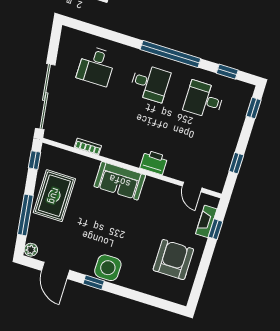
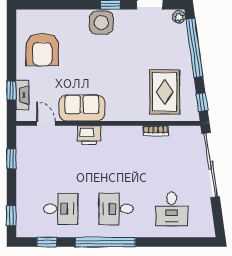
desk: (96, 66) -> (172, 209), turned 180
sofa: (120, 181) -> (82, 108), moved
rug: (54, 196) -> (165, 92), moved
window: (25, 215) -> (194, 48), width x1.46

